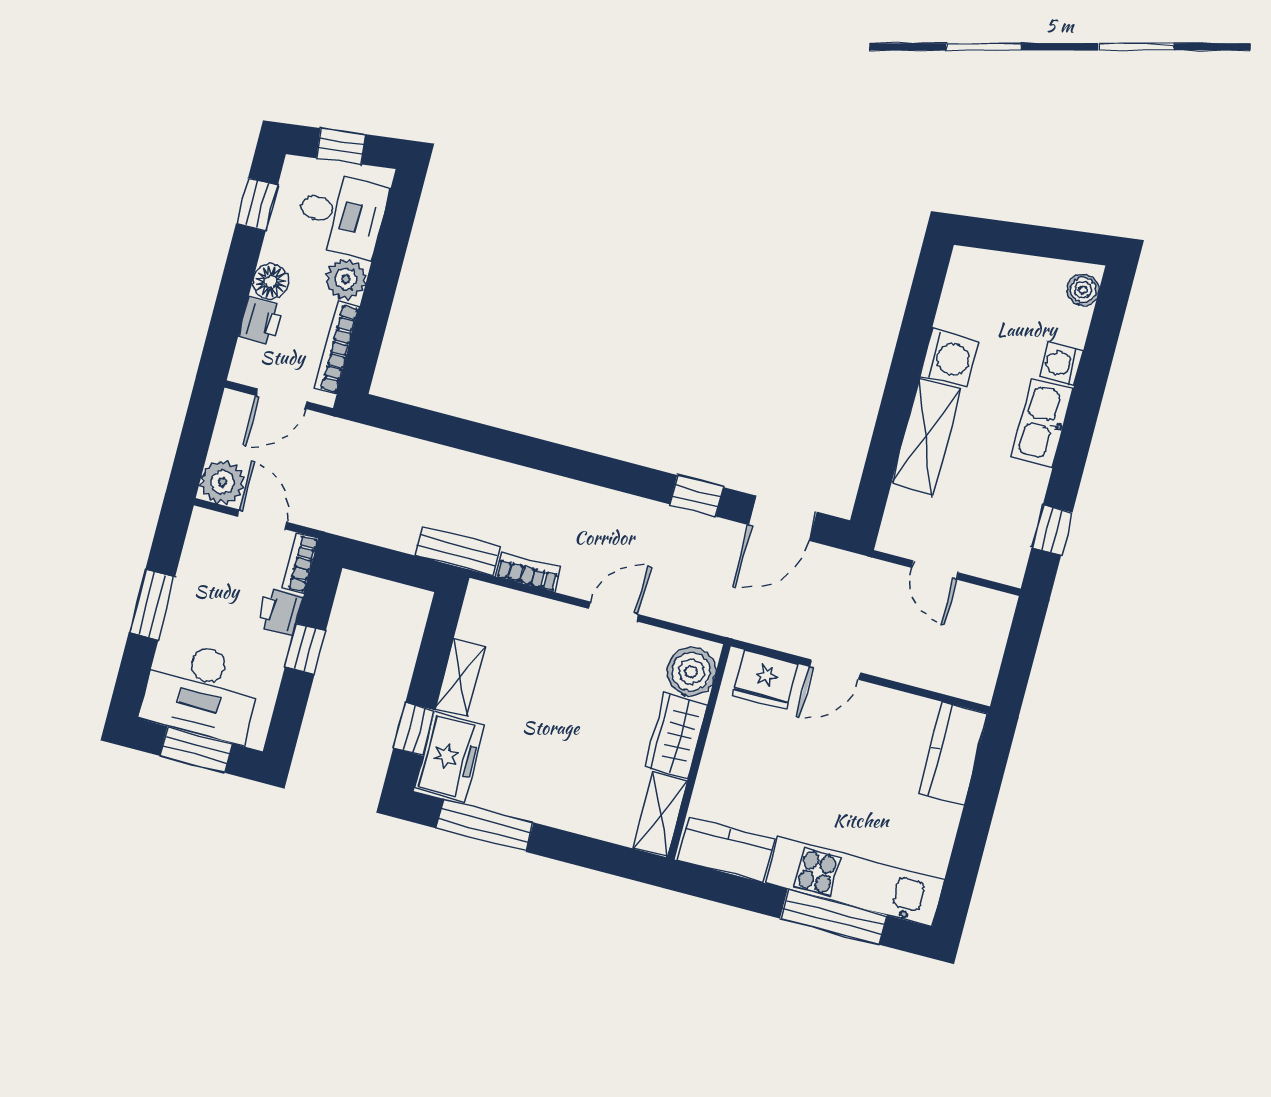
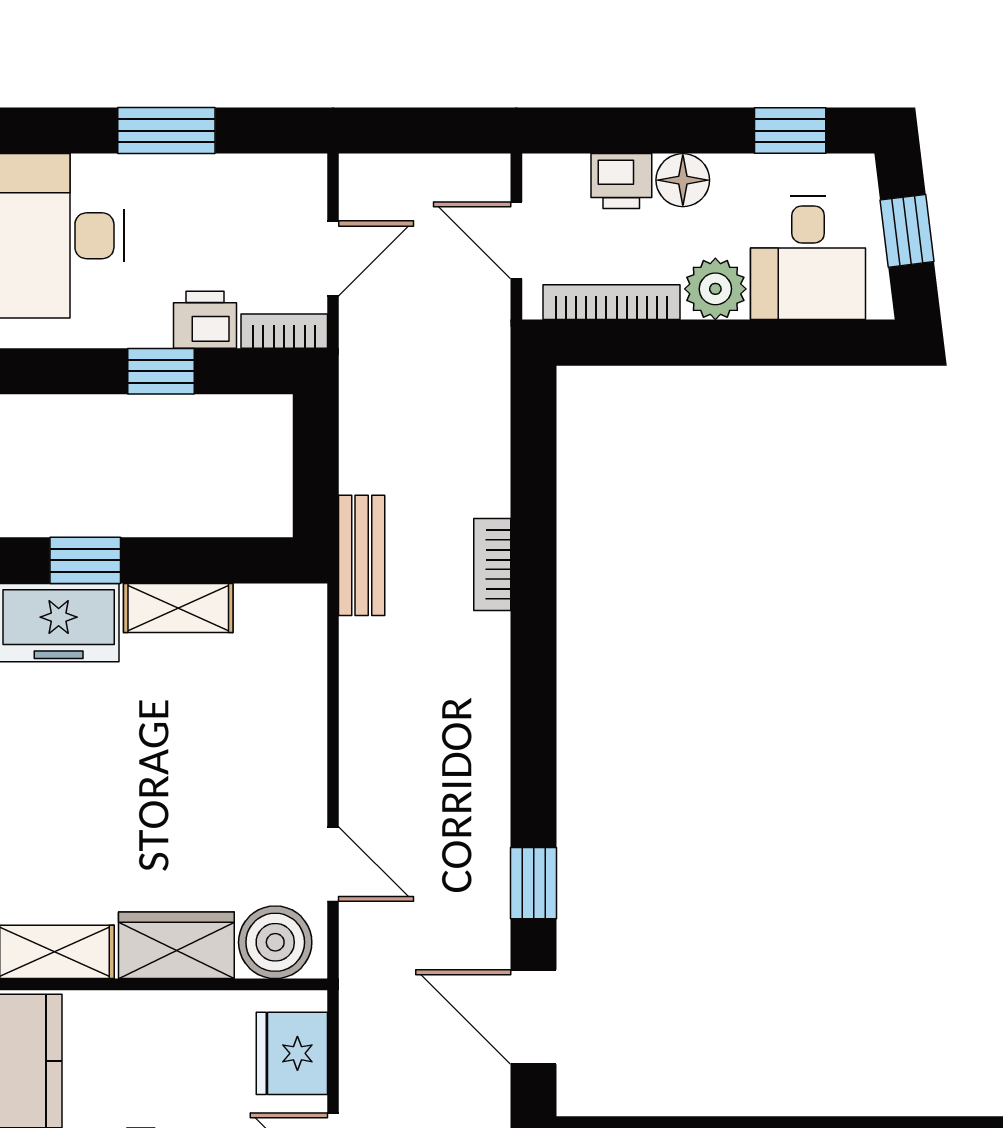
plant: (223, 482) -> (372, 187), removed
bookcase: (528, 572) -> (492, 564), moved, turned 180
door: (614, 612) -> (333, 864), moved

